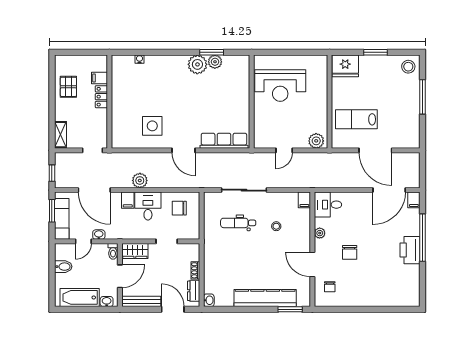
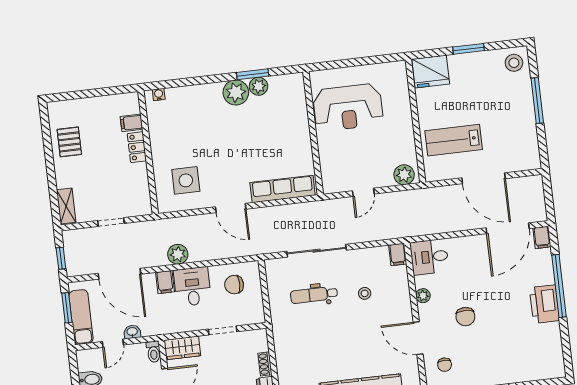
filing cabinet: (99, 78) -> (131, 123), moved
locker: (101, 97) -> (137, 147), moved
wall: (109, 102) -> (148, 153), moved

